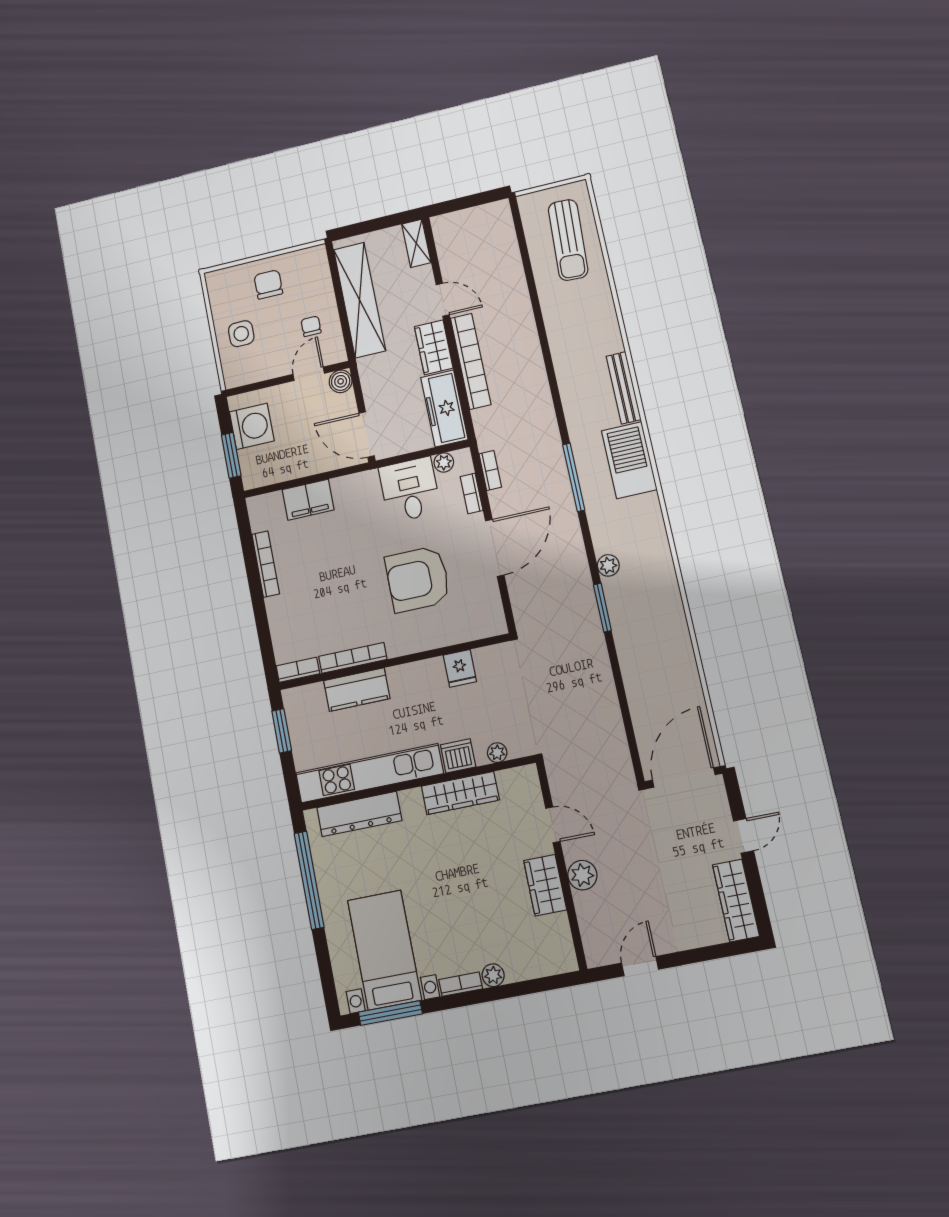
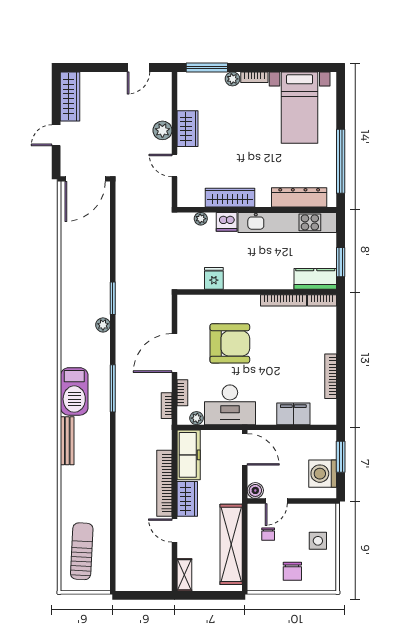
desk: (410, 490) -> (230, 405), width x1.37
kitchen counter: (357, 690) -> (315, 279), moved
window: (390, 1013) -> (207, 67), moved

